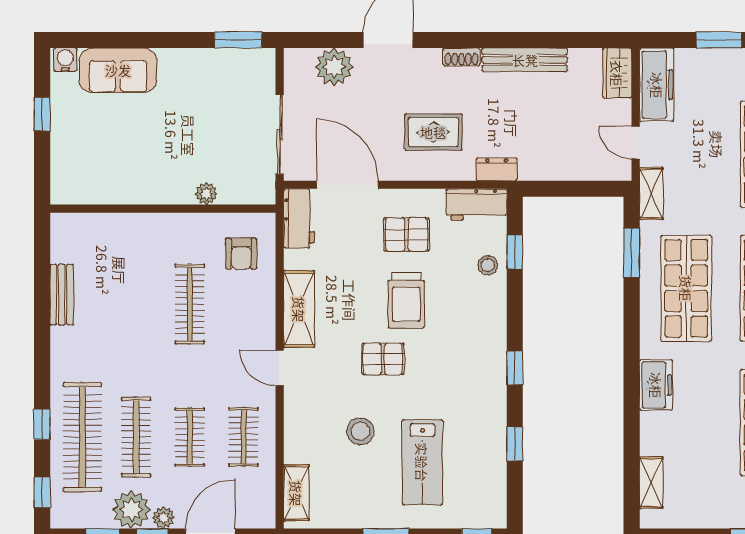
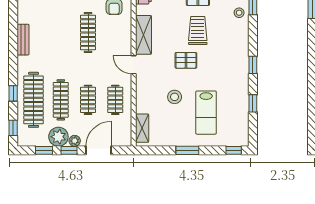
bench: (62, 295) -> (23, 40), moved
trolley: (406, 300) -> (198, 31), turned 180

